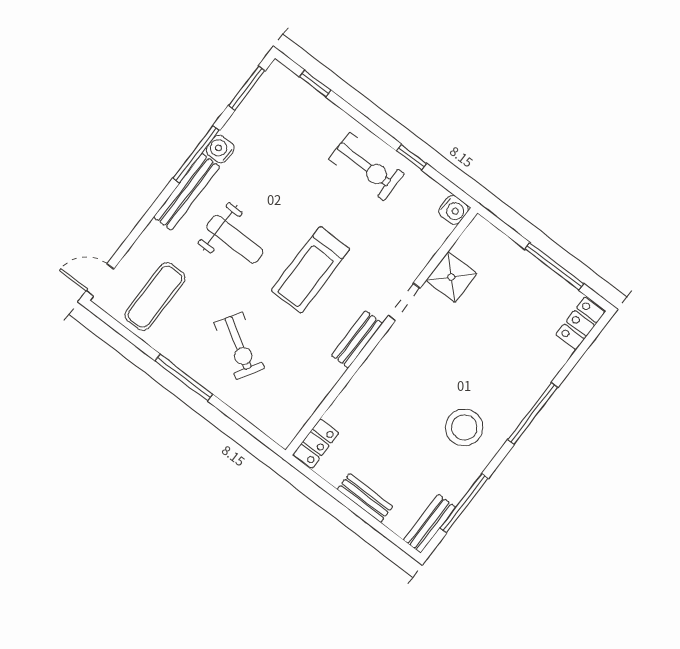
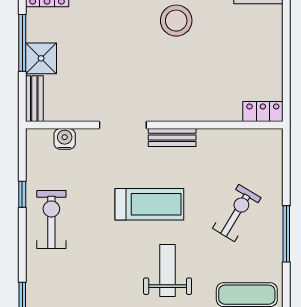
water cooler: (454, 210) -> (65, 139), moved
shower: (451, 277) -> (41, 58), moved
doorway: (404, 302) -> (123, 125), width x1.38
bench: (365, 498) -> (34, 99), moved

